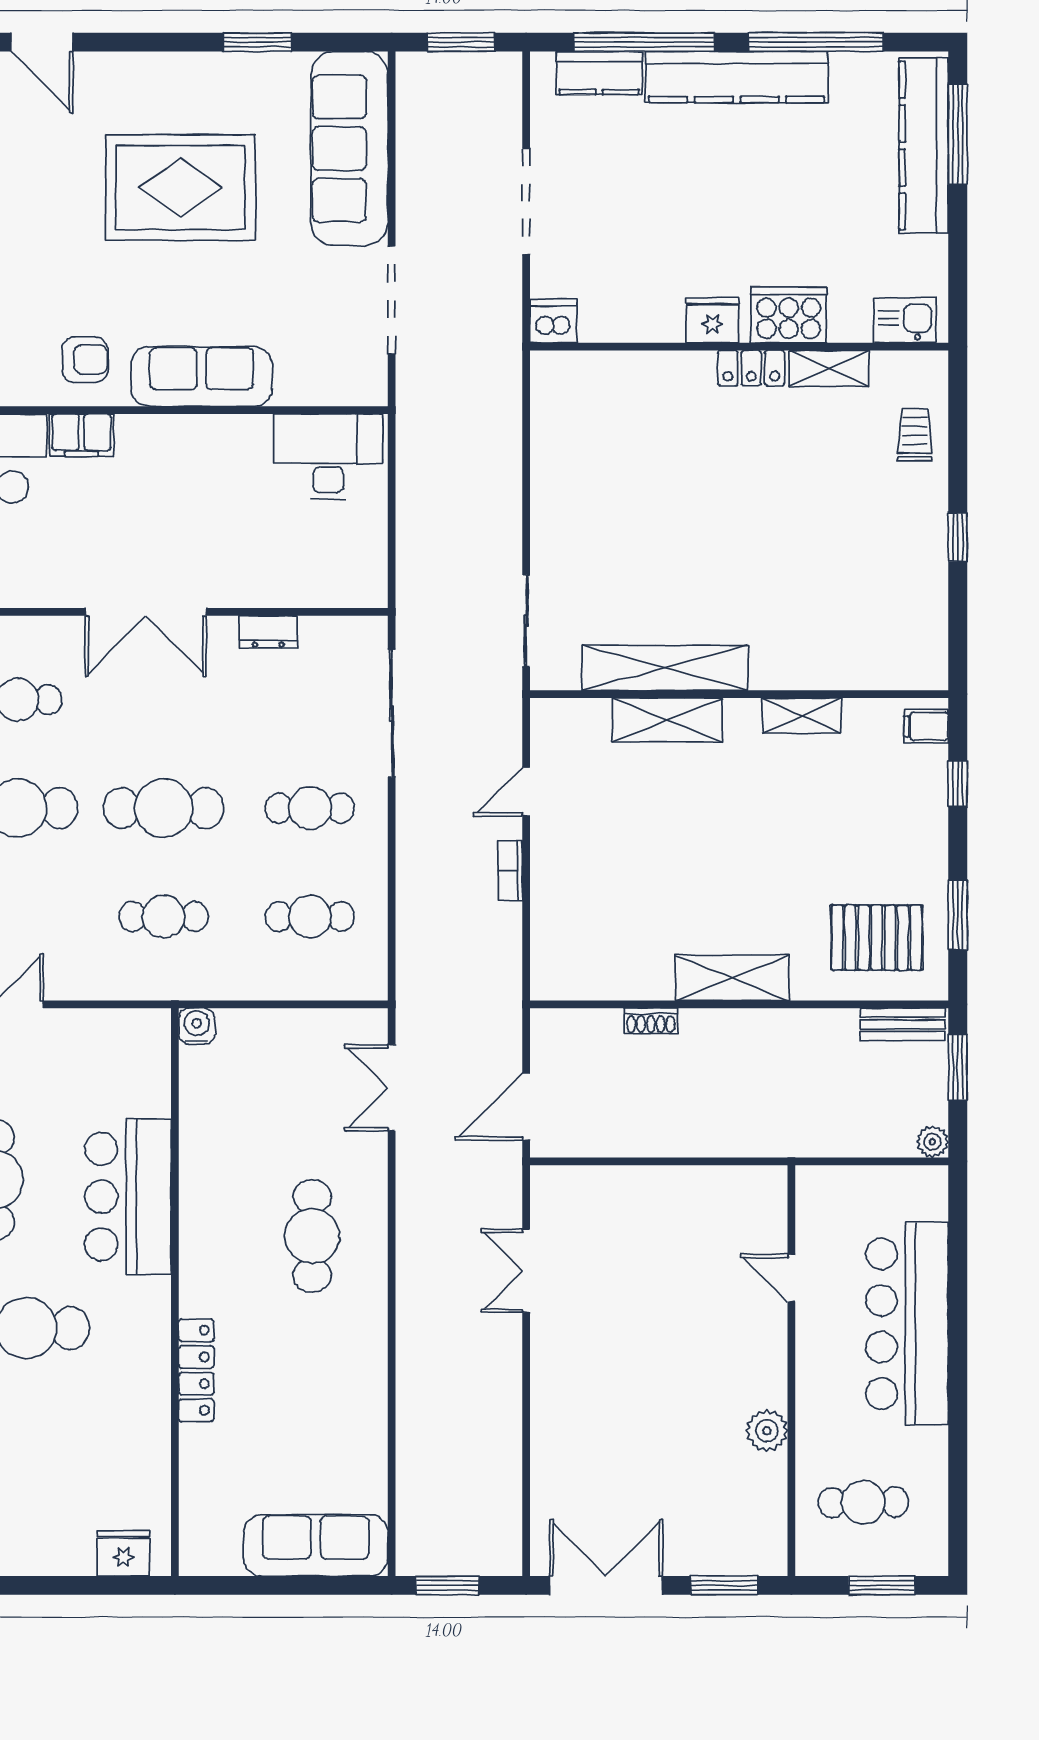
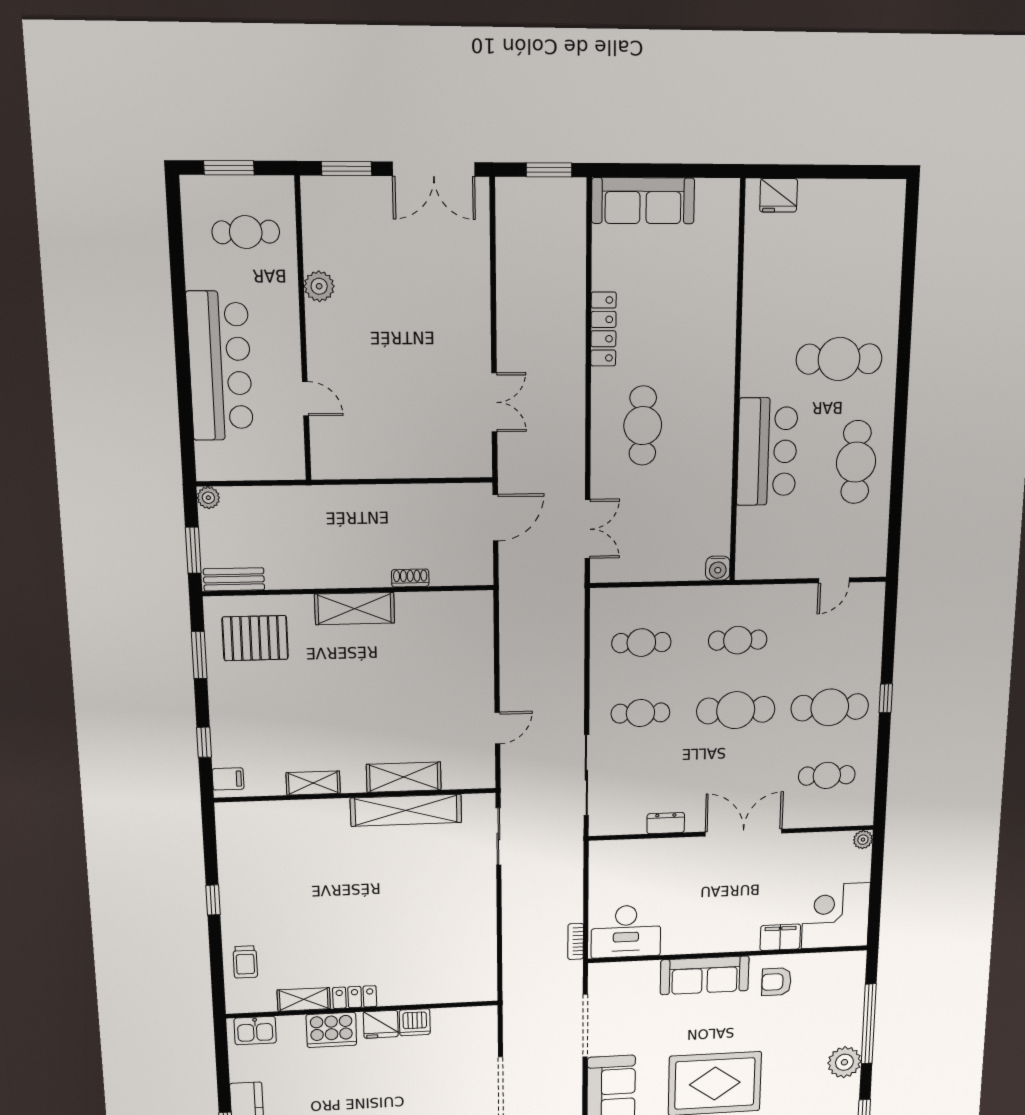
dishwasher: (553, 321) -> (415, 1022), moved
bookcase: (510, 871) -> (576, 941), moved, turned 180
locker: (196, 1370) -> (603, 329), moved, turned 180

